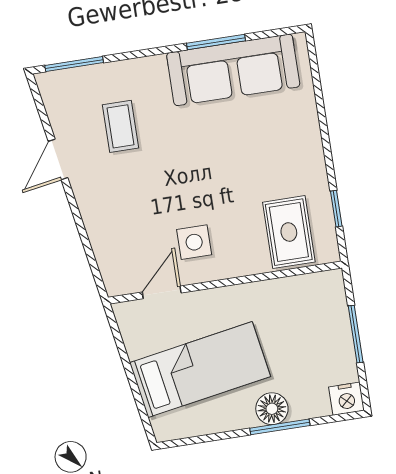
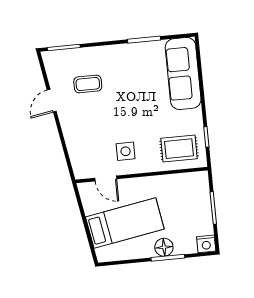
sofa: (233, 70) -> (183, 73), moved, turned 90
coffee table: (120, 126) -> (88, 84), turned 90
rug: (289, 232) -> (179, 149), turned 90
door: (162, 292) -> (106, 178), swing flipped

